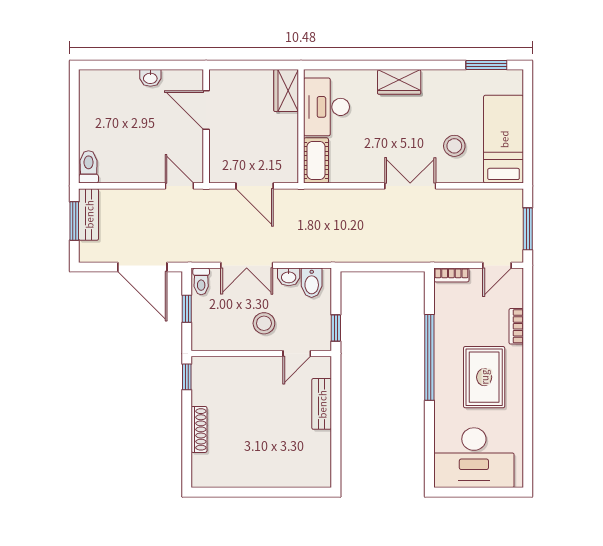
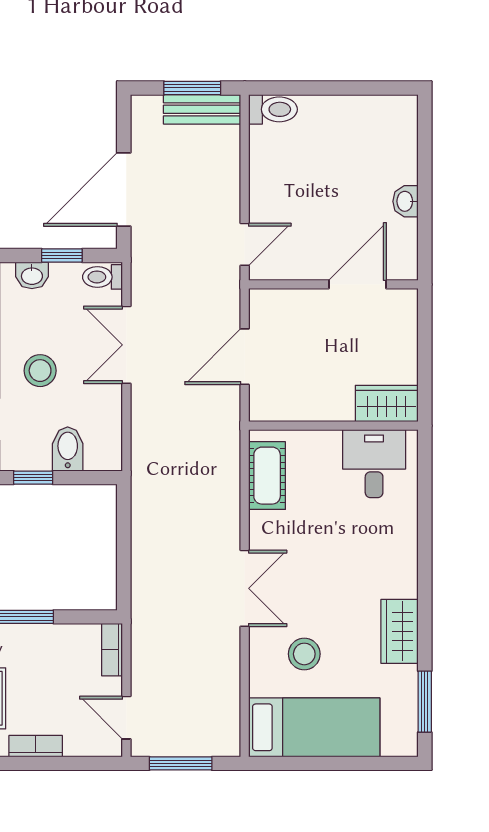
wardrobe: (399, 82) -> (400, 631), moved
desk: (326, 107) -> (374, 464), width x0.73
cot: (316, 160) -> (267, 476), moved, turned 90
washbasin: (289, 277) -> (32, 275), moved, turned -90
bidet: (312, 283) -> (68, 449), moved, turned 90

